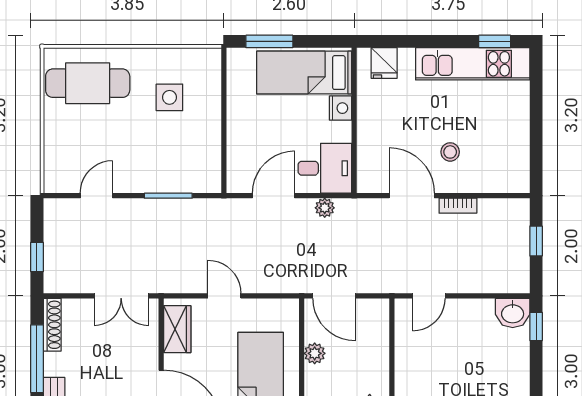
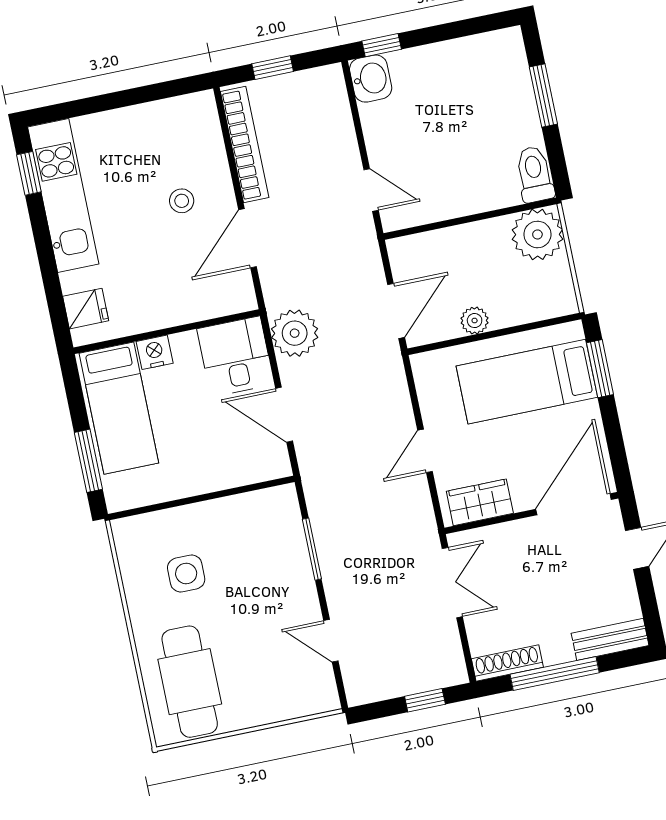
bookcase: (458, 206) -> (245, 145), width x2.31, depth x1.31
plant: (325, 208) -> (295, 333), width x1.88, depth x1.88

